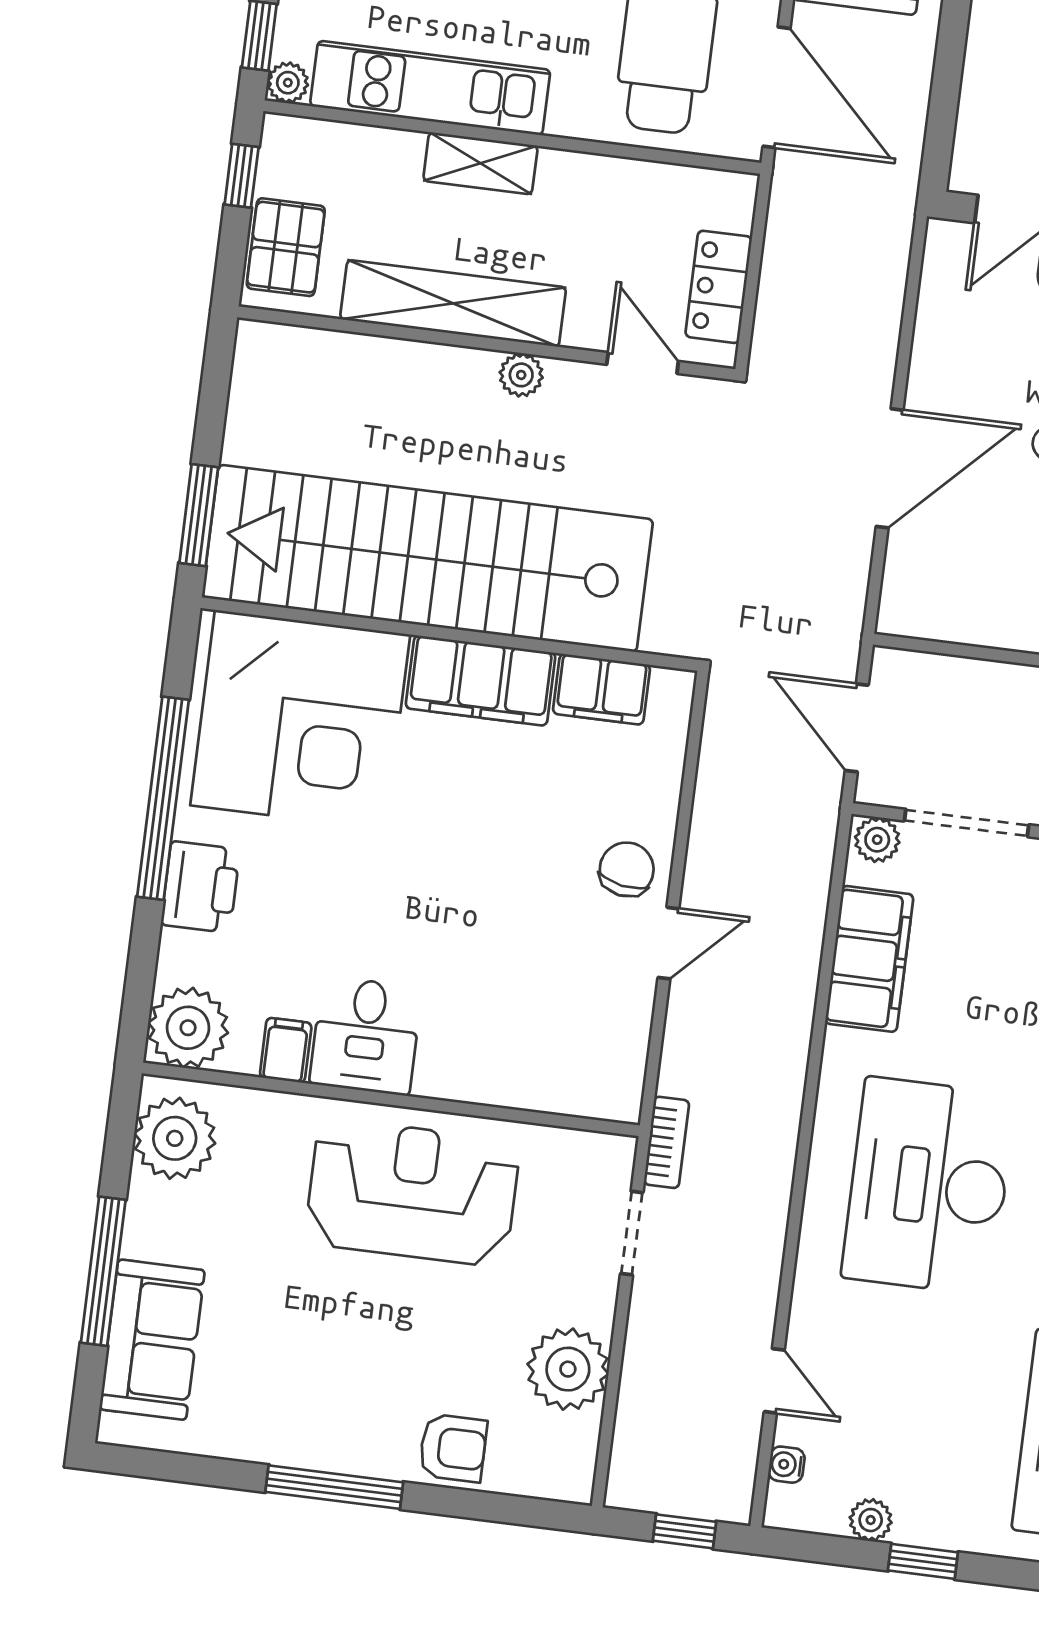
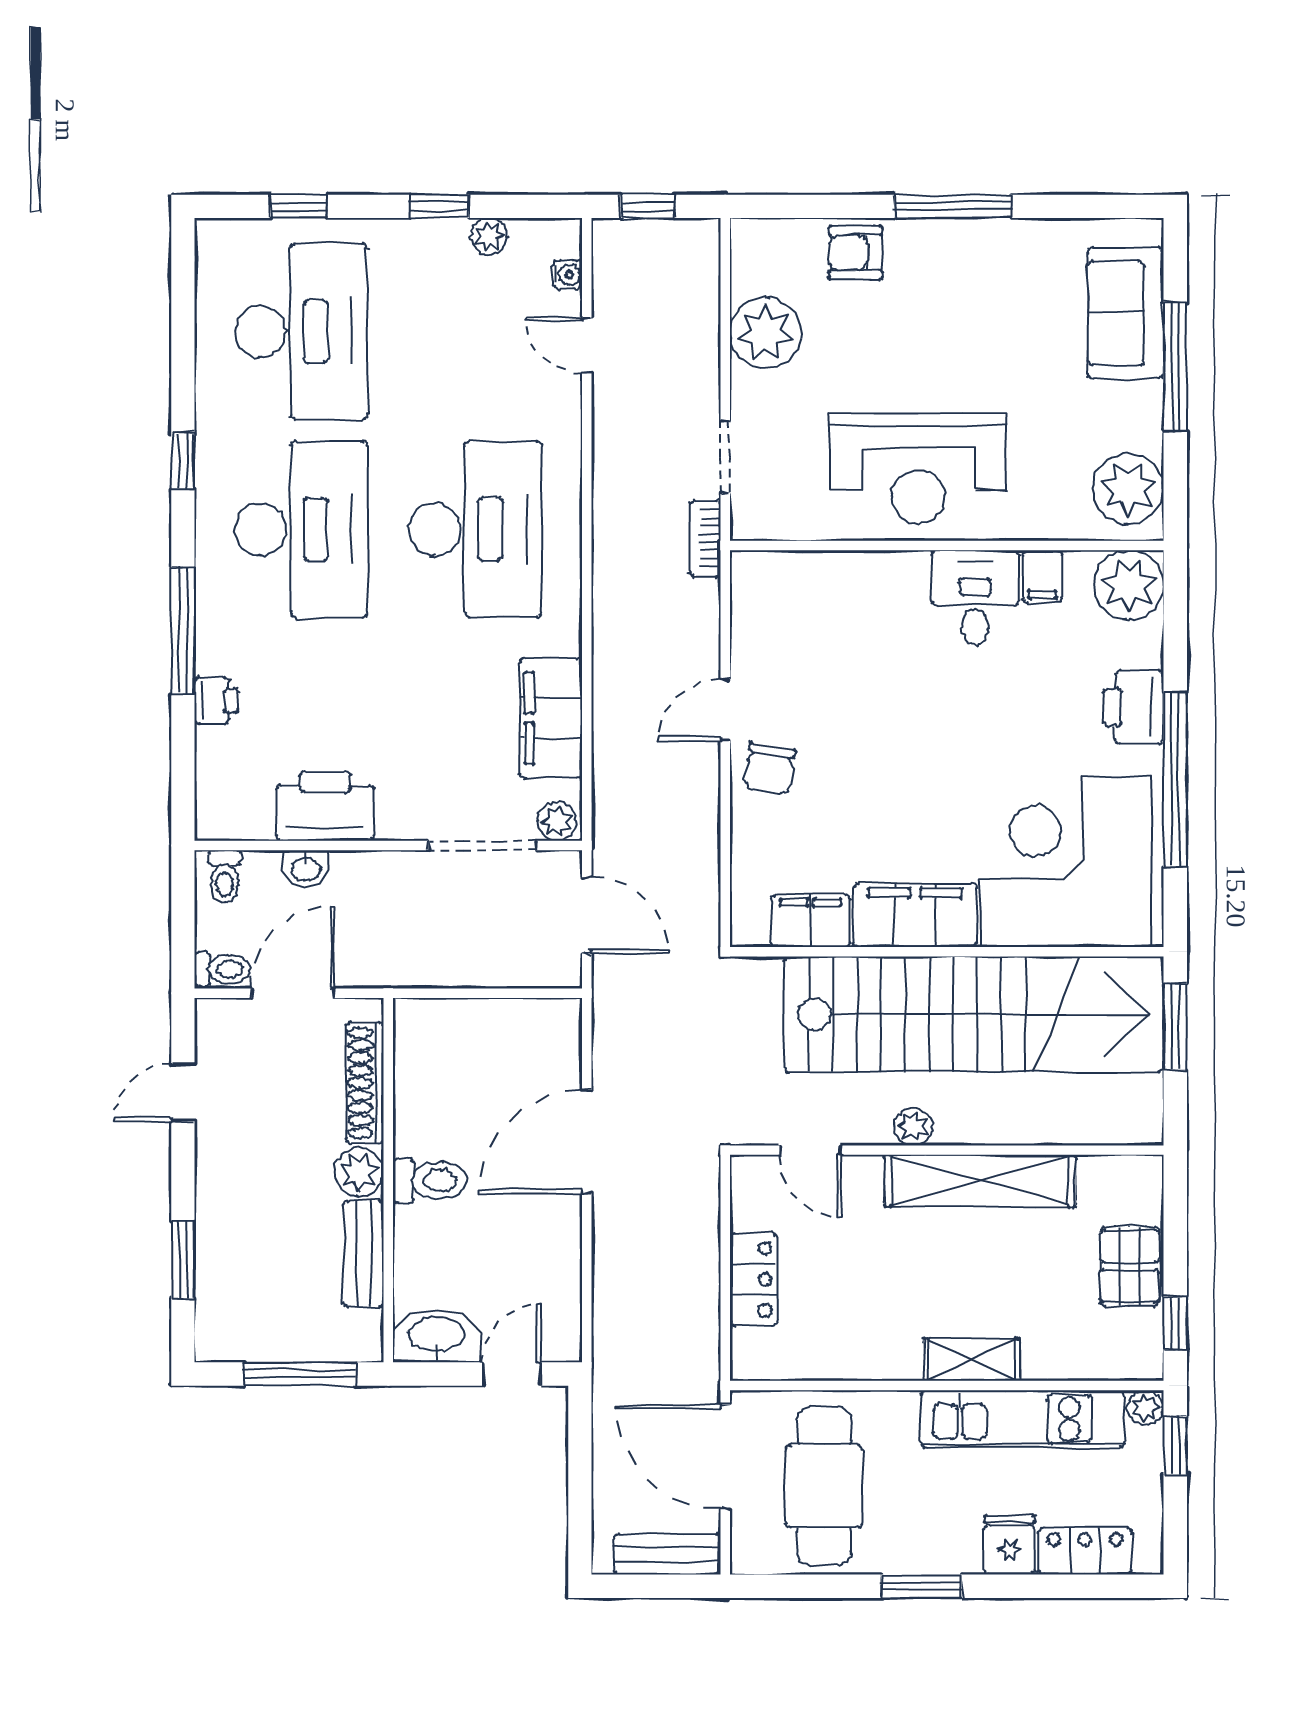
shelving: (453, 303) -> (980, 1181), moved
wall: (486, 343) -> (947, 1150), moved
door: (643, 363) -> (810, 1150), moved
plant: (521, 375) -> (913, 1127), moved

